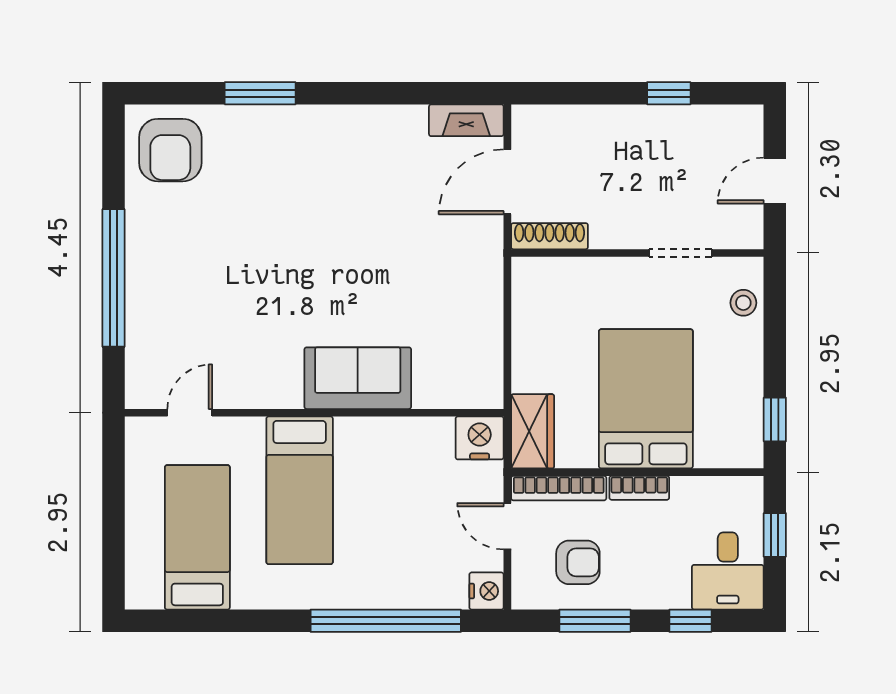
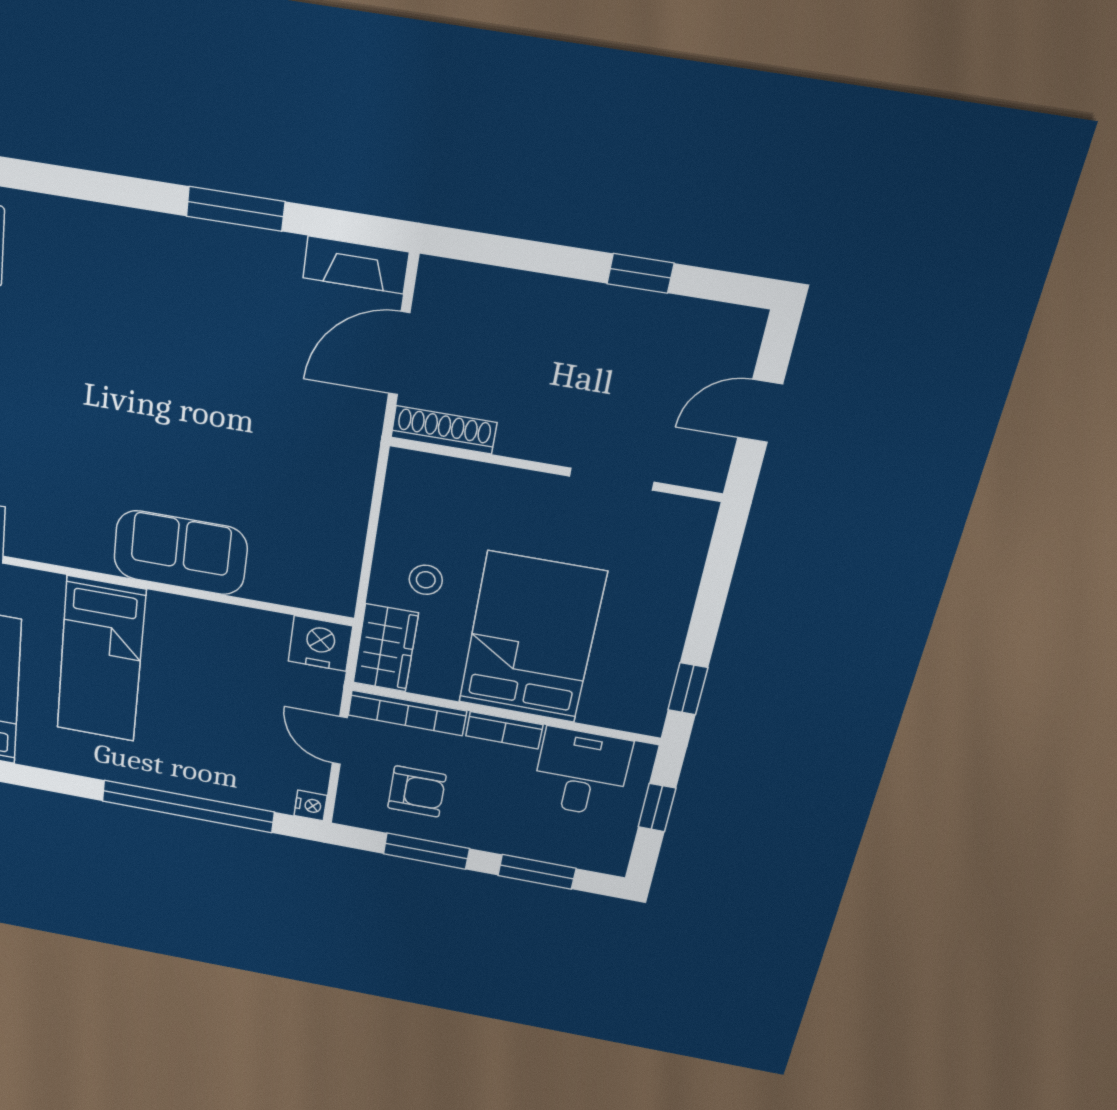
window: (260, 93) -> (236, 209), moved
stool: (743, 303) -> (426, 580), moved
desk: (728, 571) -> (581, 772), moved, turned 180
nightstand: (486, 591) -> (311, 805), width x0.72, depth x0.74
window: (690, 621) -> (537, 872), width x1.50

